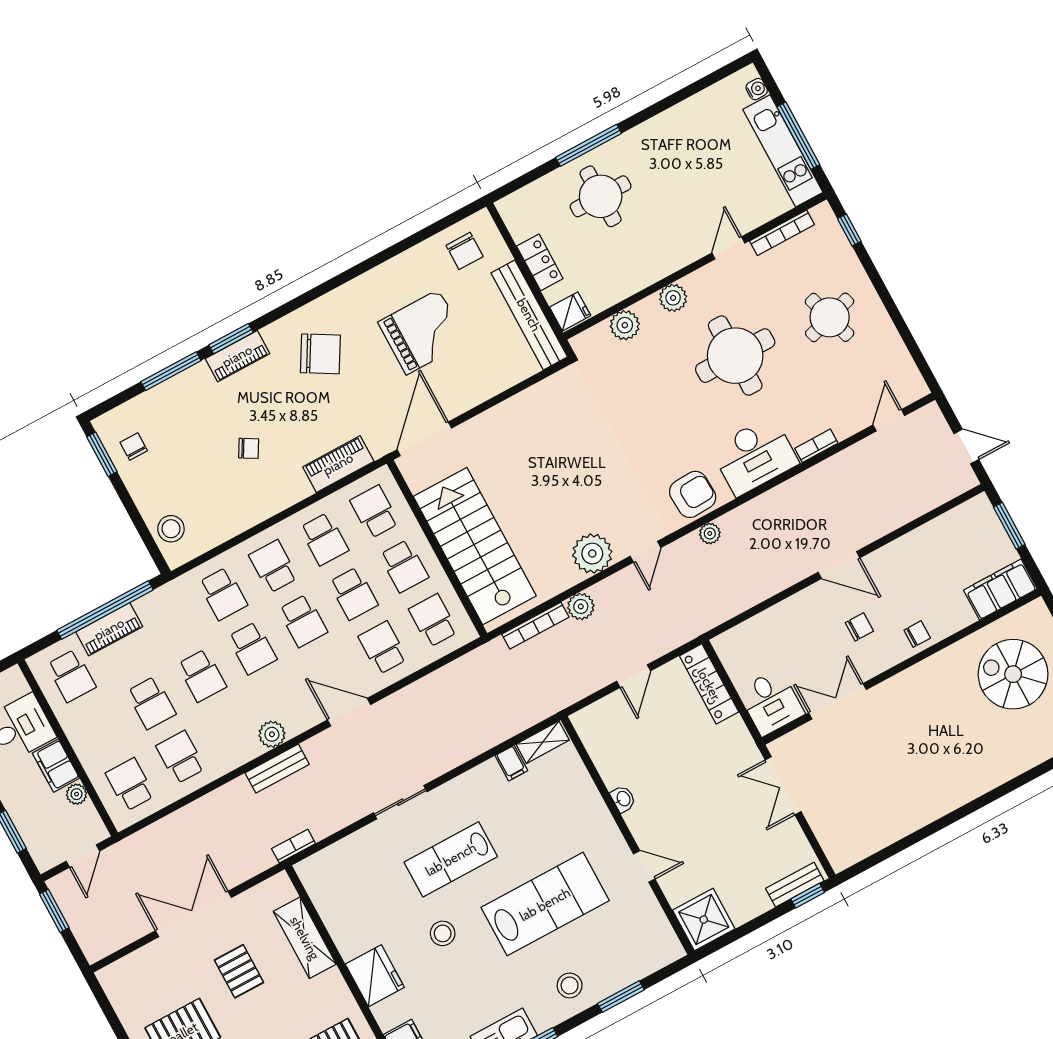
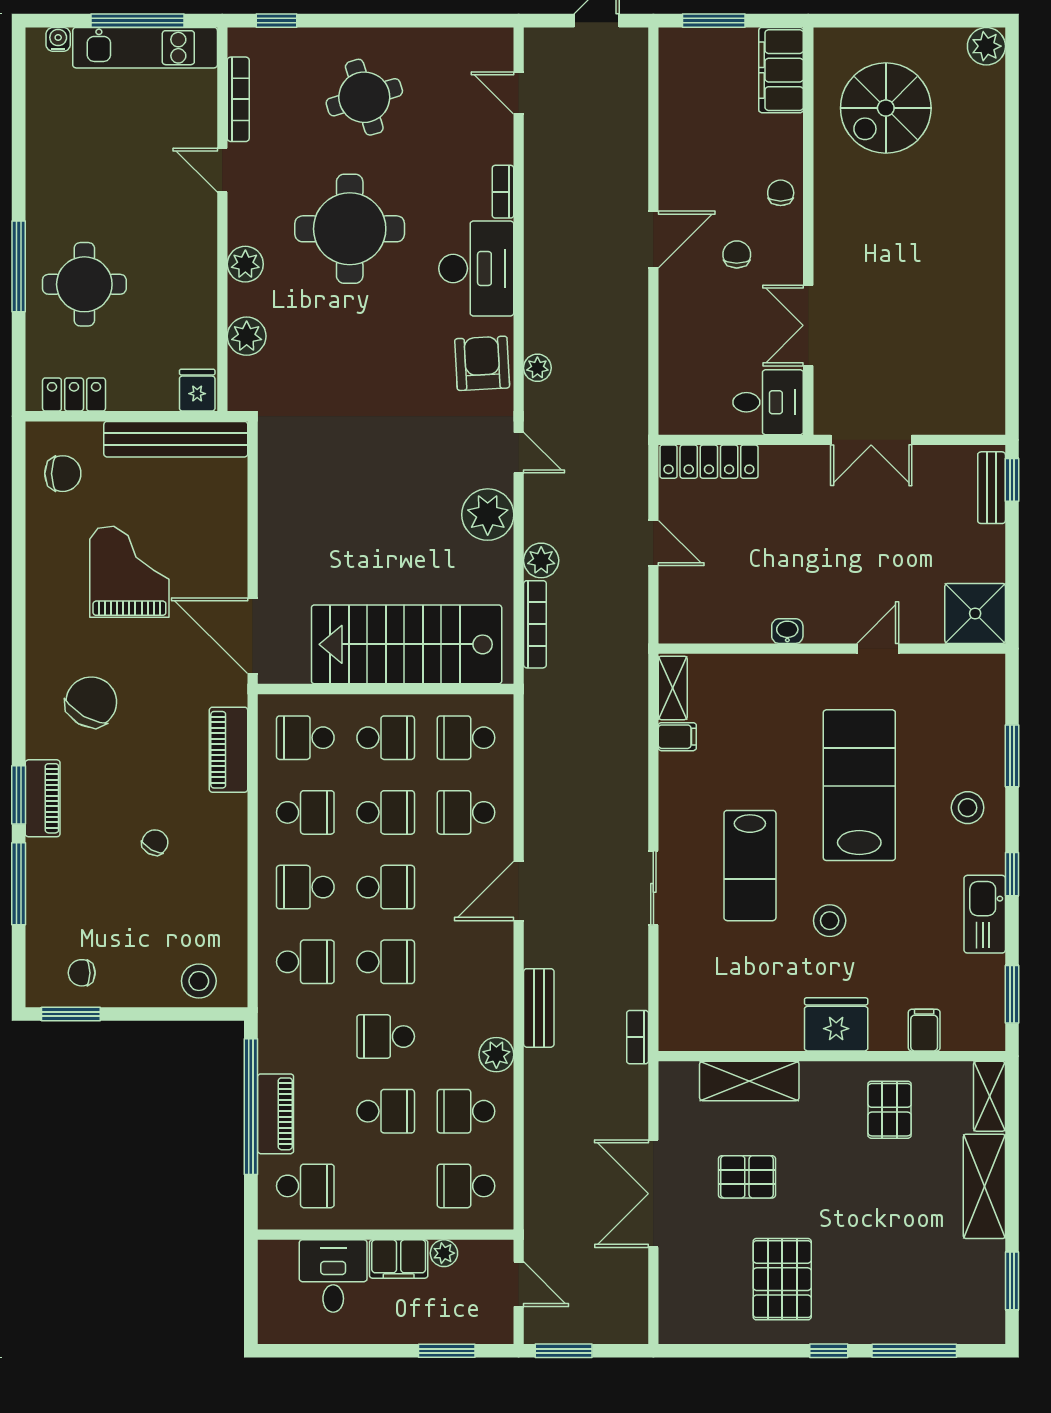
locker: (540, 262) -> (74, 395), moved
school desk: (202, 675) -> (386, 1037), turned 180
plant: (272, 734) -> (496, 1055), moved

